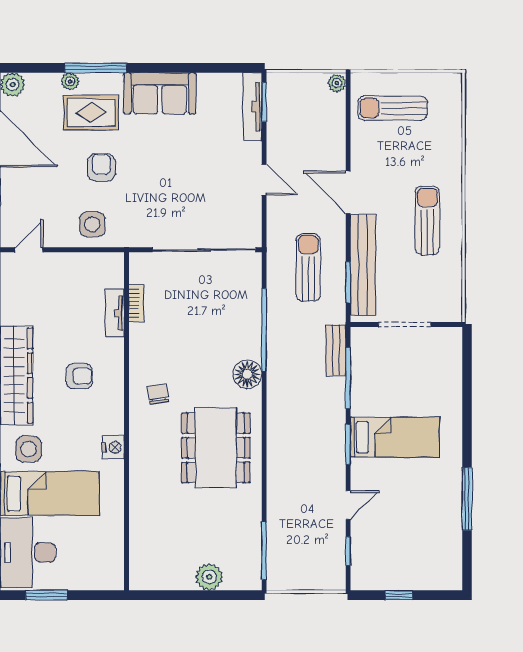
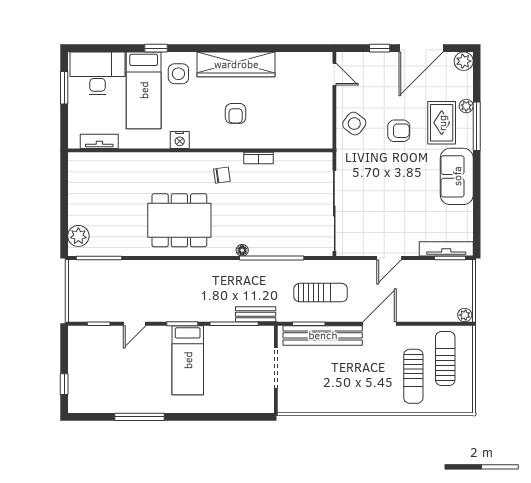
sun lounger: (427, 221) -> (413, 376), moved, turned 90
side table: (92, 224) -> (354, 124), turned 37
bookcase: (136, 303) -> (259, 158), moved
tv unit: (115, 313) -> (99, 141), moved
floor lamp: (247, 374) -> (242, 250), width x0.53, depth x0.53
door: (348, 505) -> (135, 324), hinge flipped
plant: (209, 577) -> (78, 236), moved
window: (399, 595) -> (64, 384), moved

